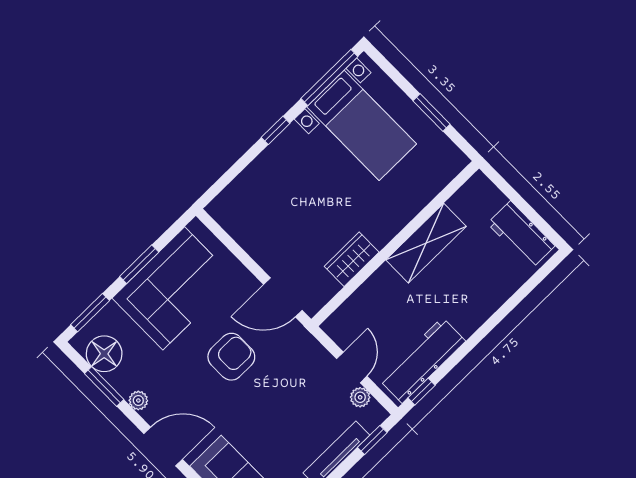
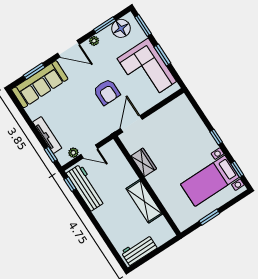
window: (329, 77) -> (237, 169), width x0.46
door: (163, 446) -> (68, 49), hinge flipped

